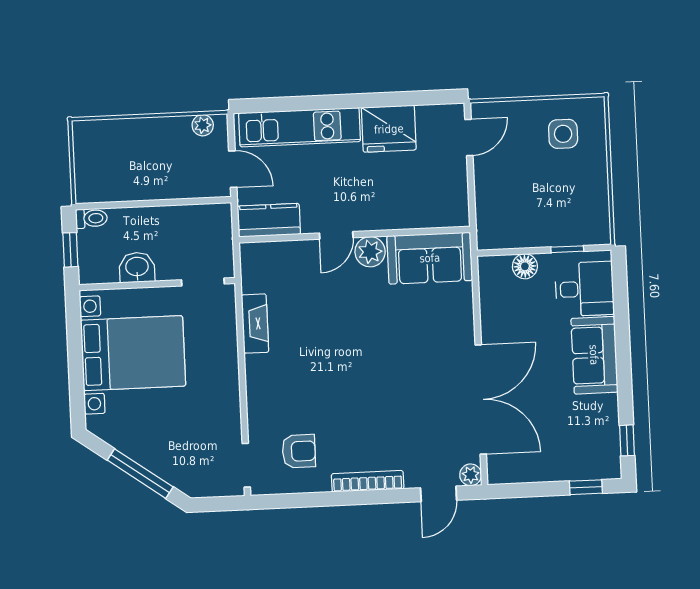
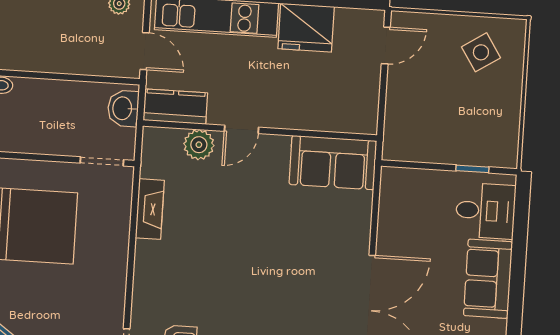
side table: (563, 134) -> (481, 52), turned -33
plant: (370, 252) -> (199, 145), moved
floor lamp: (525, 266) -> (428, 181), removed
washbasin: (137, 267) -> (123, 108), moved, turned -90

